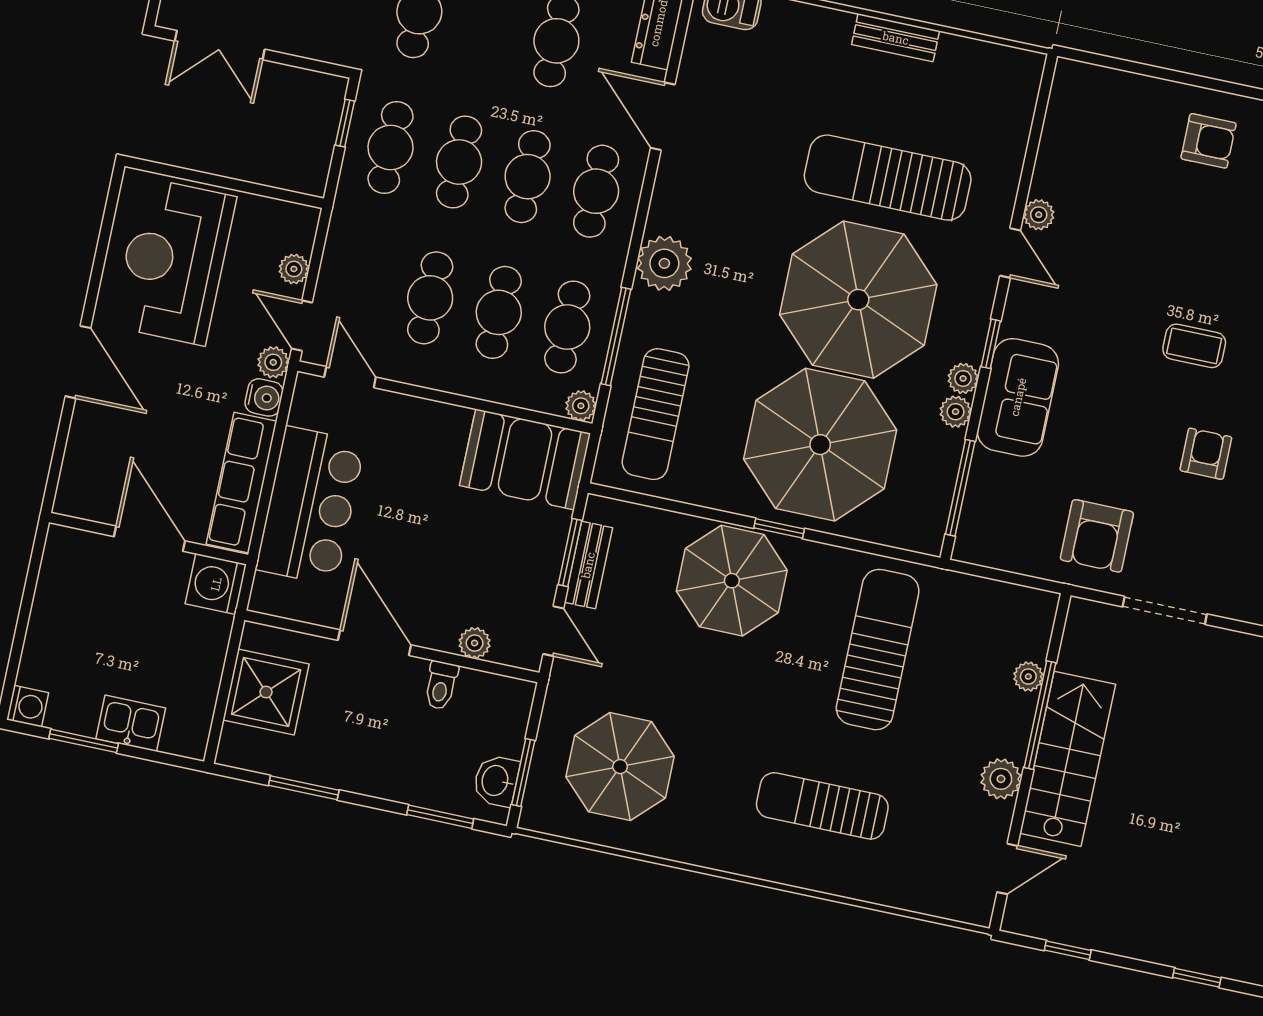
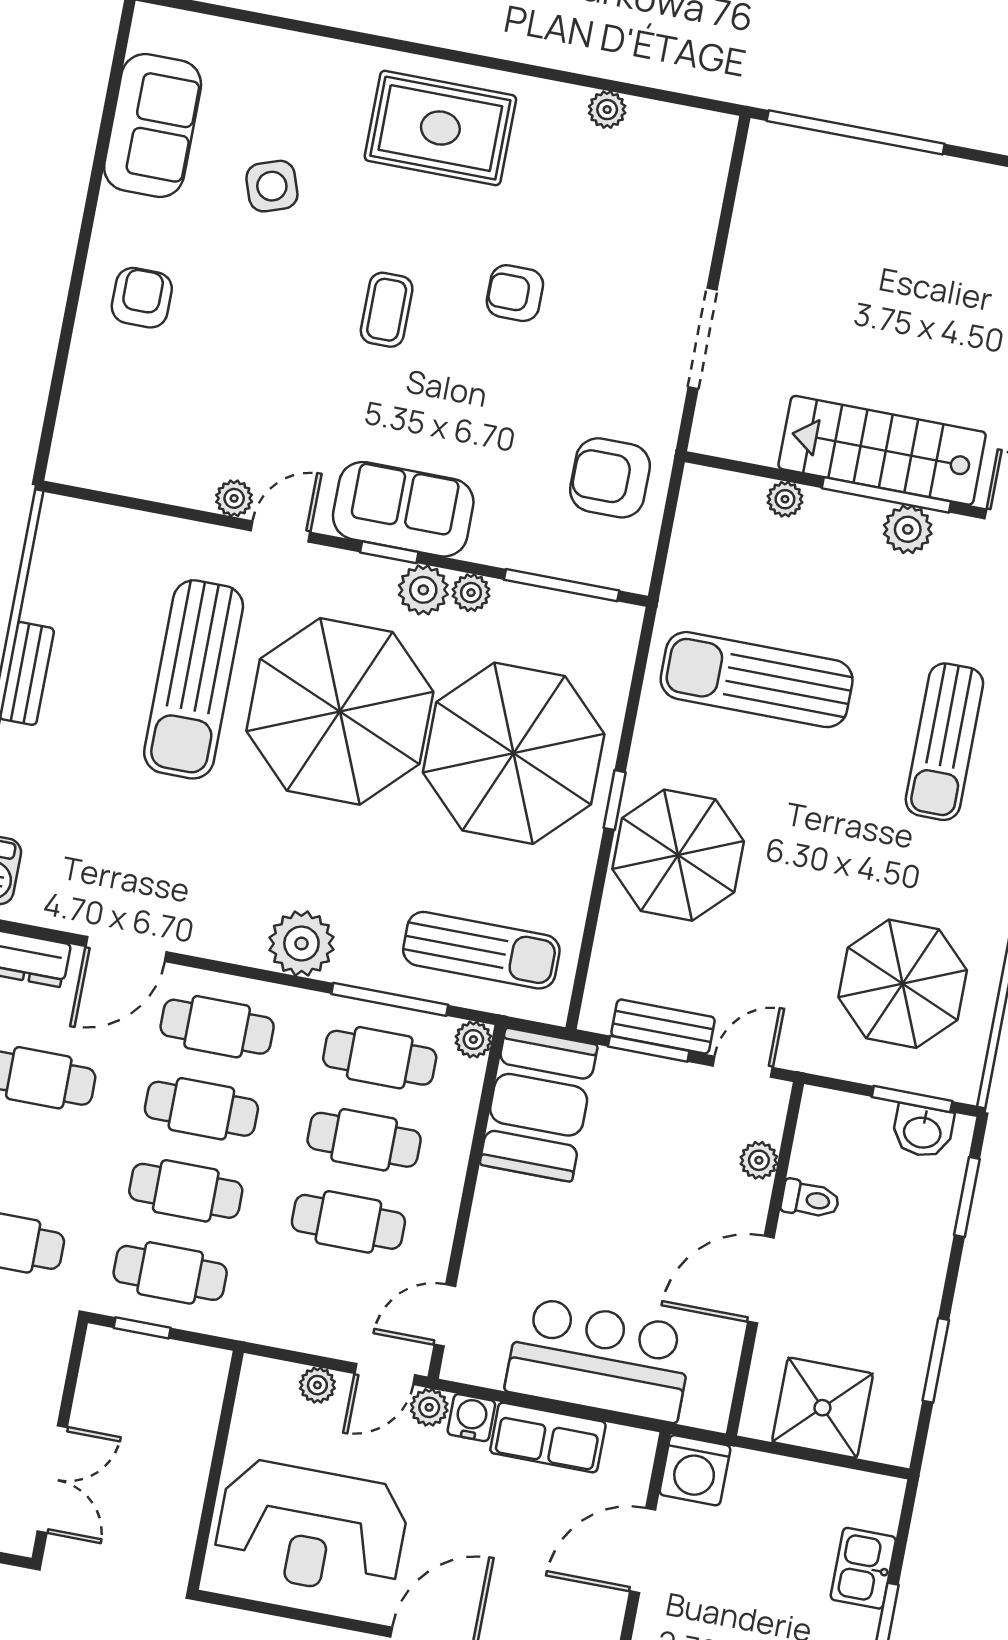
plant: (963, 378) -> (423, 590), width x1.38, depth x1.38
sofa: (1018, 397) -> (403, 509), moved
row of seats: (241, 483) -> (548, 1437), width x0.68
armchair: (1097, 536) -> (610, 478), moved, turned 180
window: (1040, 715) -> (886, 495), moved

